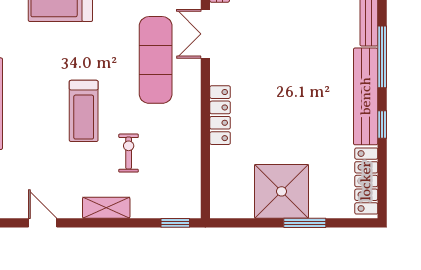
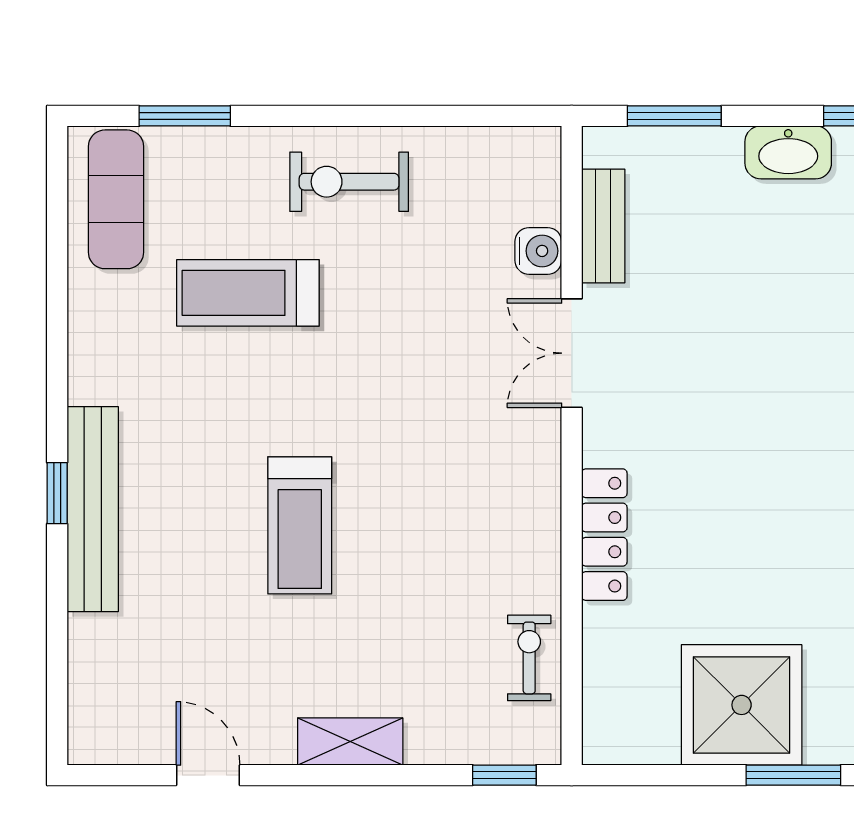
exercise mat: (156, 60) -> (460, 412), removed
exercise bike: (129, 153) -> (529, 658), moved

